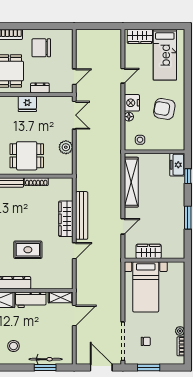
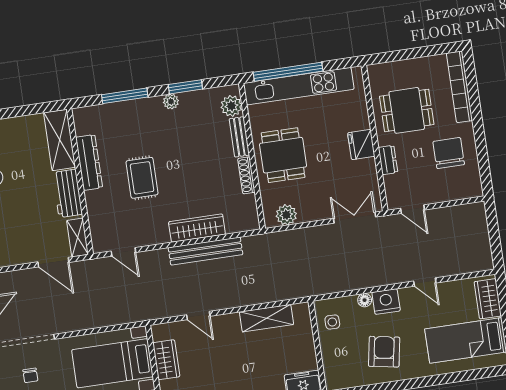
double door: (74, 115) -> (355, 218), swing flipped
plant: (66, 147) -> (286, 215), moved
shelving: (131, 182) -> (267, 318), width x0.68
door: (74, 251) -> (123, 252), moved

